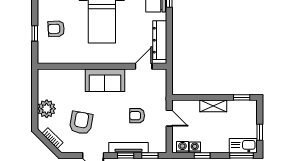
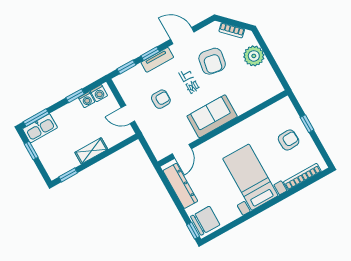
tv unit: (129, 148) -> (157, 60), width x0.71

